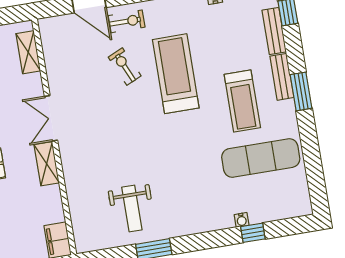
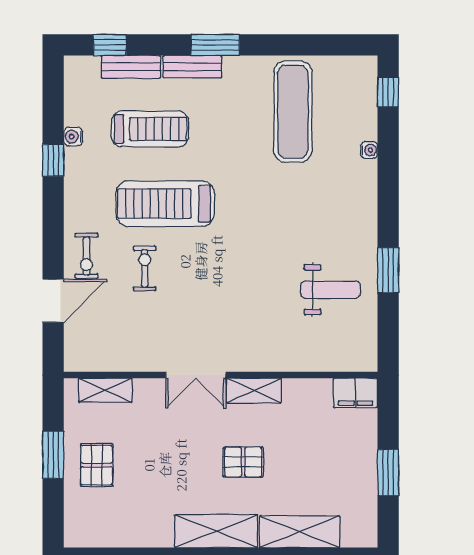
exercise bike: (127, 21) -> (87, 256), turned 180
exercise bike: (125, 67) -> (145, 268), turned 114
treadmill: (242, 101) -> (150, 129), moved
window: (253, 233) -> (388, 92), moved

